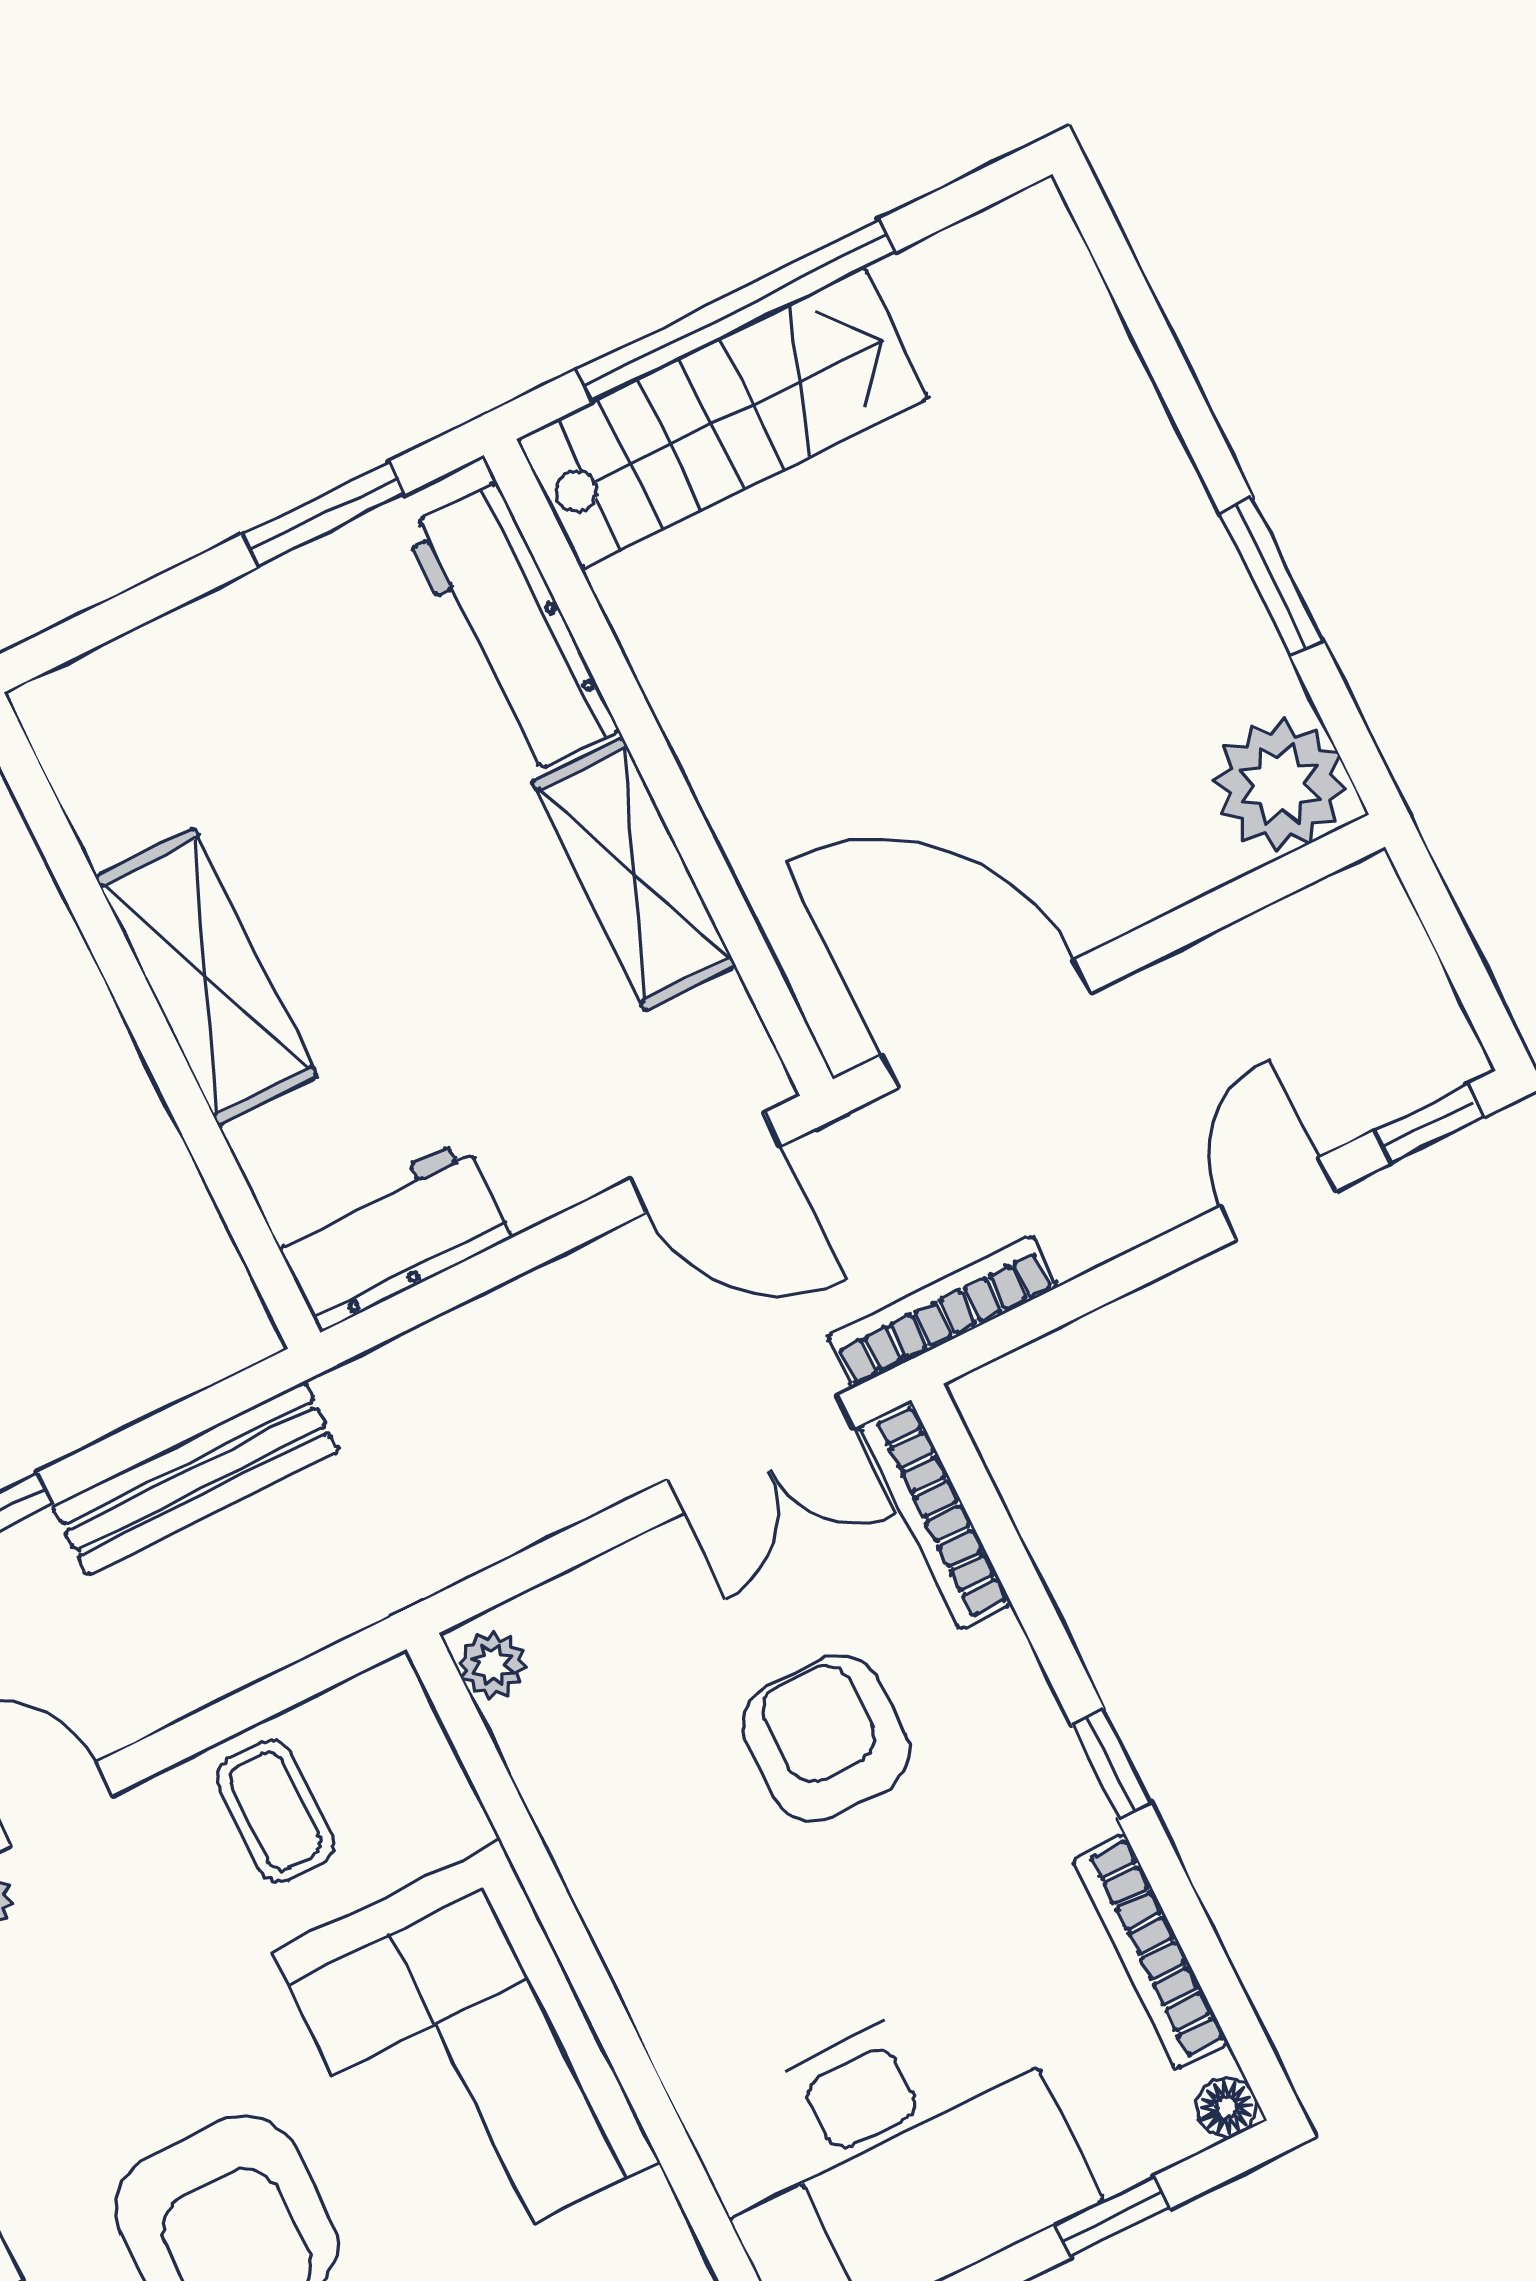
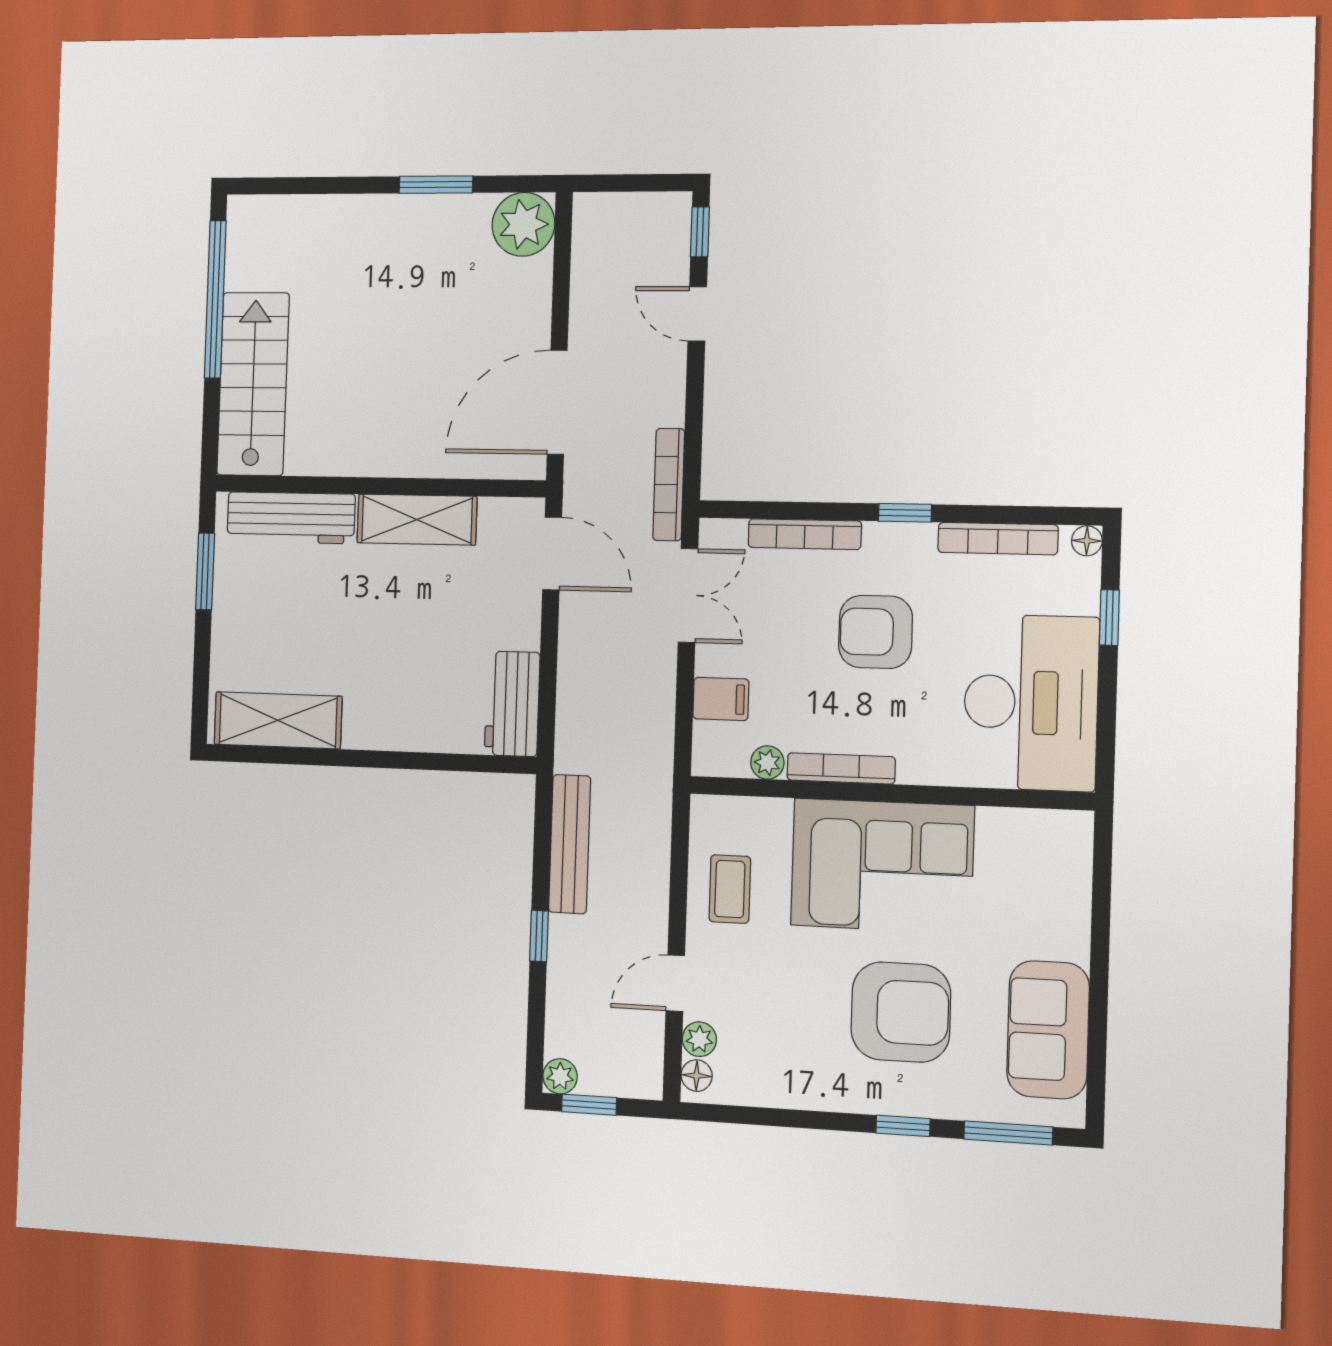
window: (735, 311) -> (215, 299), moved
shelving: (206, 977) -> (278, 720), moved
door: (705, 1163) -> (552, 553), hinge flipped
bookcase: (935, 1515) -> (805, 534), moved
filing cabinet: (606, 1613) -> (721, 699), added
plant: (492, 1665) -> (767, 762), moved
armchair: (826, 1739) -> (875, 632), moved
coffee table: (275, 1811) -> (730, 889), turned 90
bookcase: (598, 1893) -> (841, 768), added

